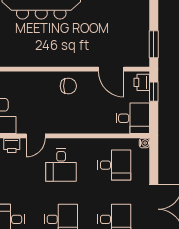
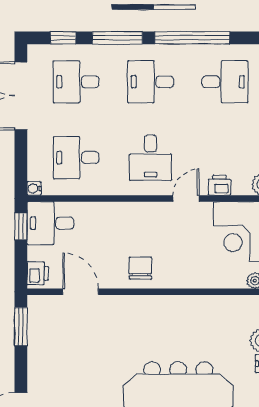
chair: (68, 86) -> (140, 268), turned 90
window: (154, 92) -> (21, 226), moved
desk: (61, 165) -> (151, 158), turned 180

